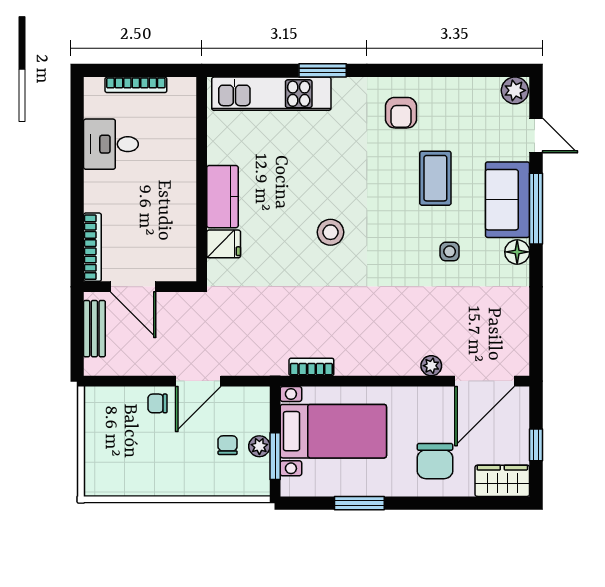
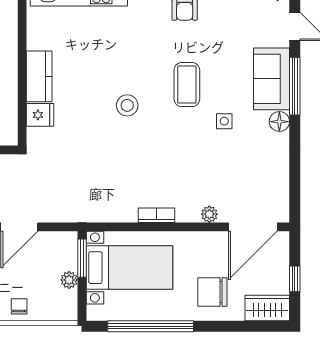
coffee table: (435, 178) -> (187, 85), moved
bookcase: (311, 367) -> (157, 215), moved
chair: (228, 445) -> (19, 306), moved
window: (275, 456) -> (82, 258), moved
chair: (435, 461) -> (212, 292), turned 90
window: (359, 503) -> (151, 326), width x2.11

